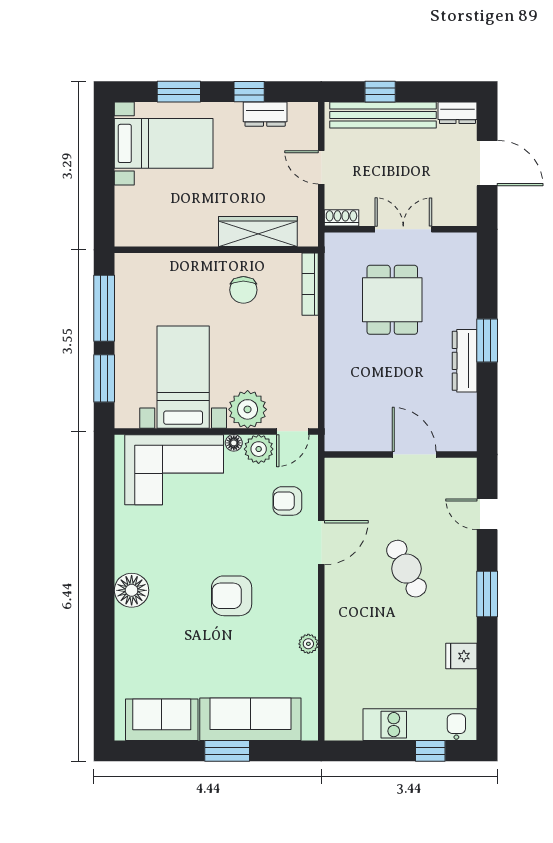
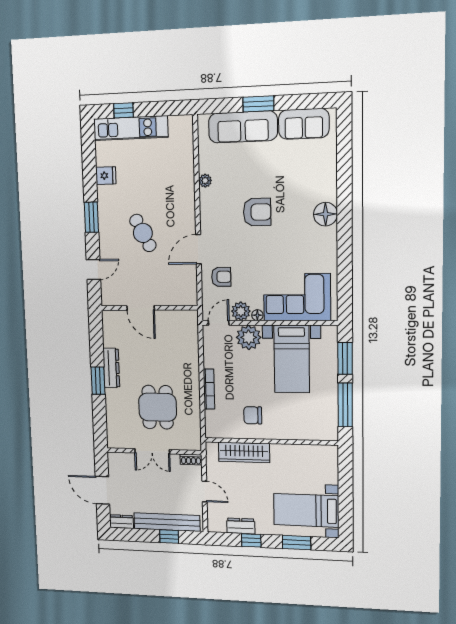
bookcase: (310, 284) -> (209, 389), moved
chair: (243, 290) -> (253, 415), turned -90
door: (487, 514) -> (93, 270), hinge flipped

